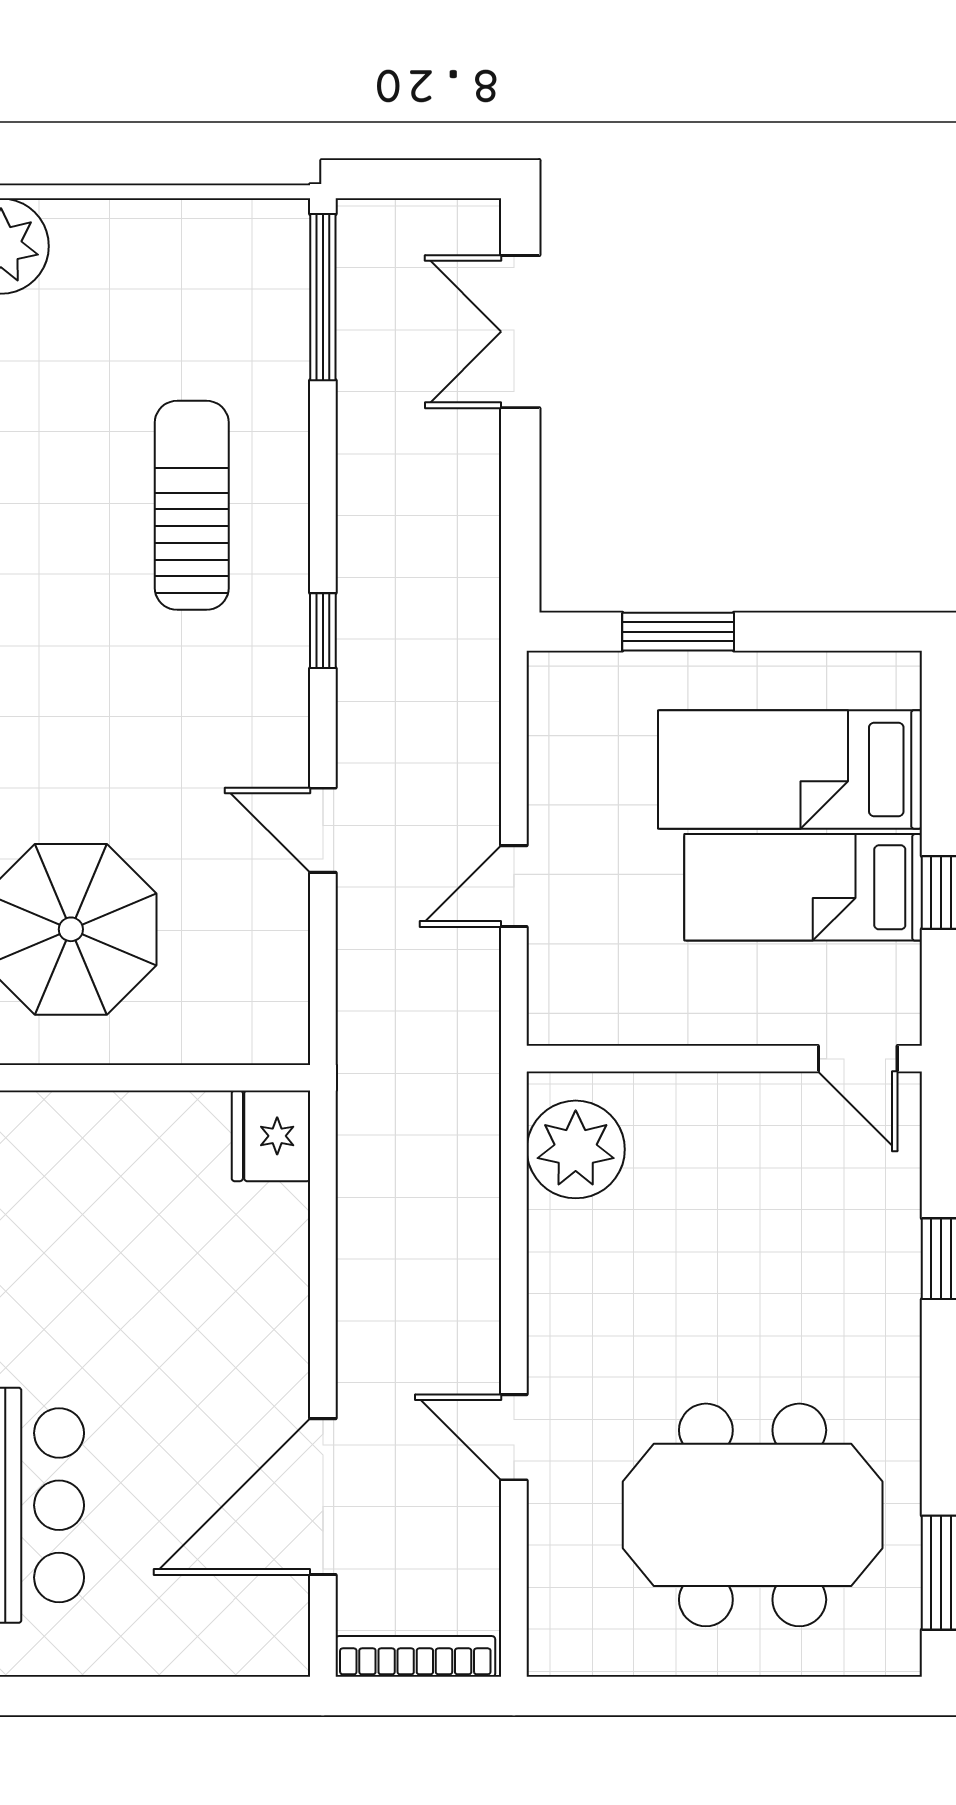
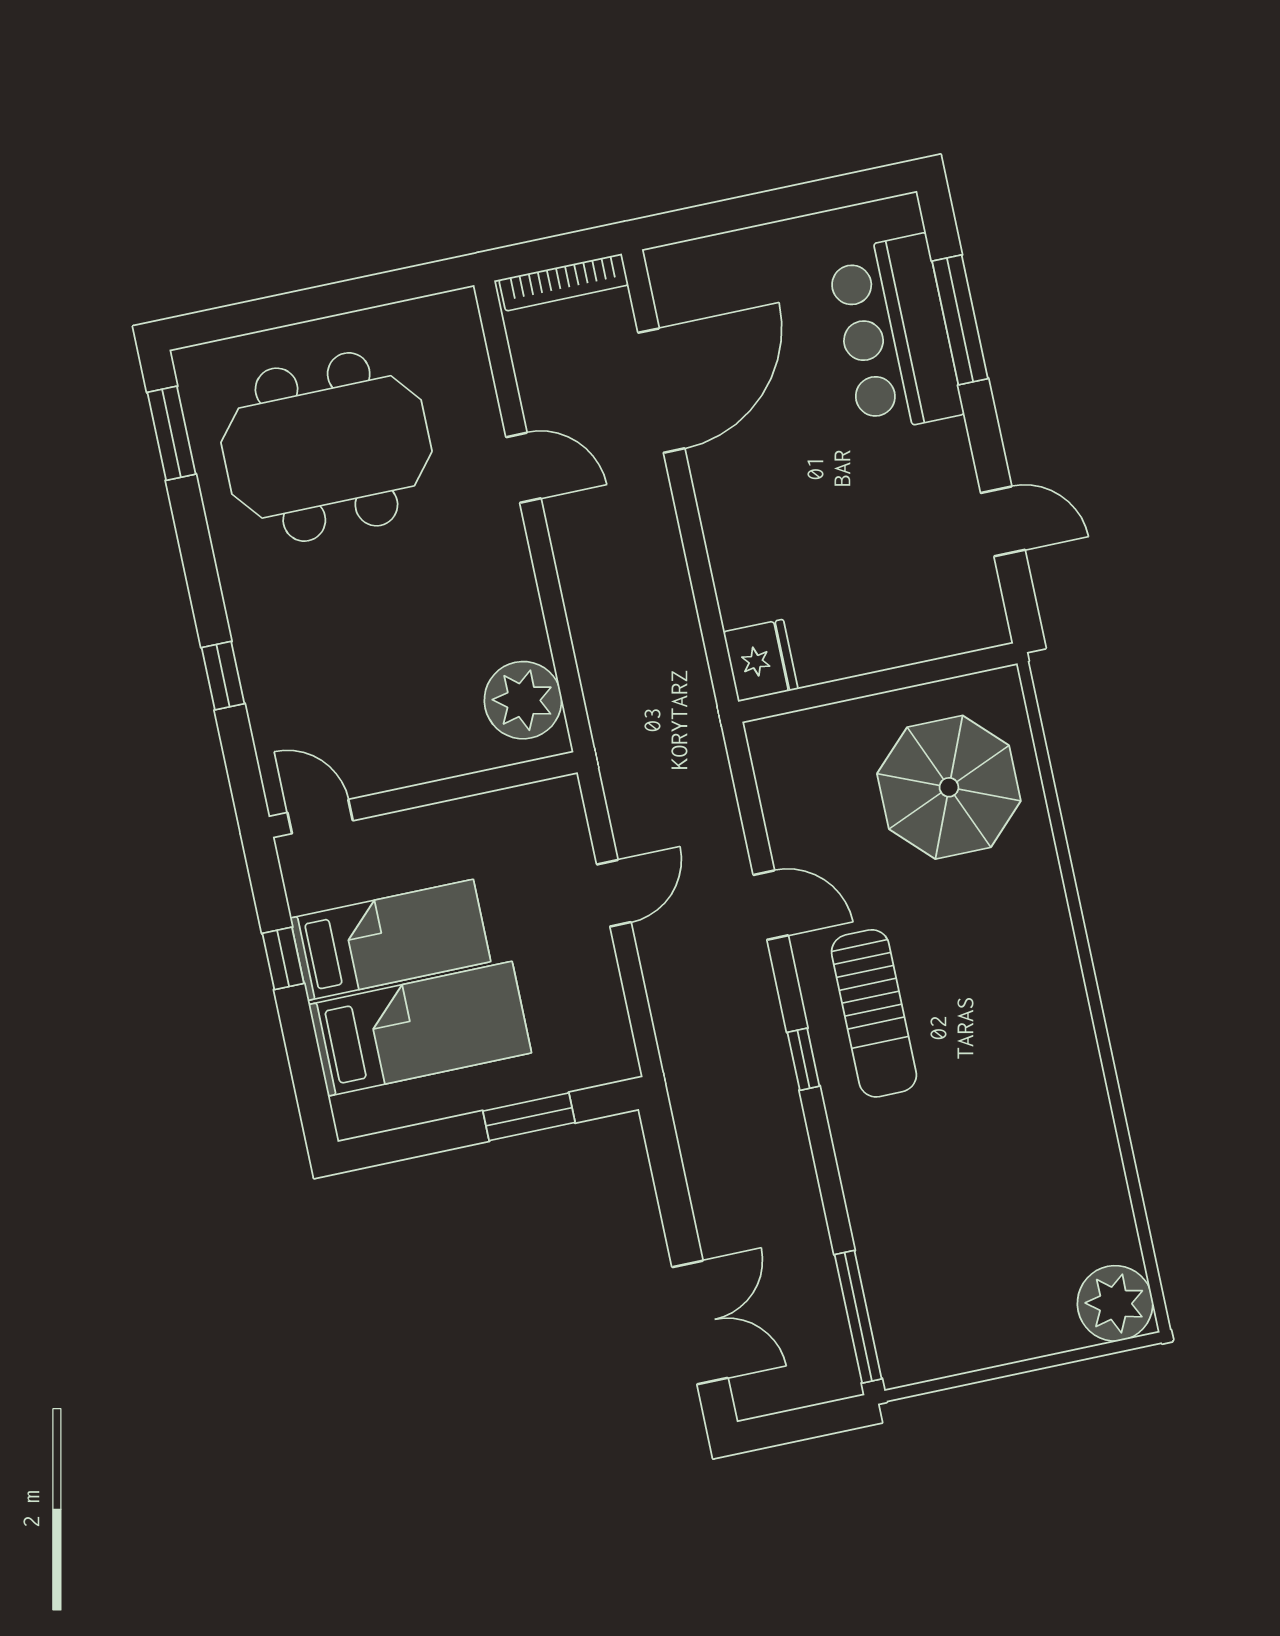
sun lounger: (192, 505) -> (874, 1013), moved

